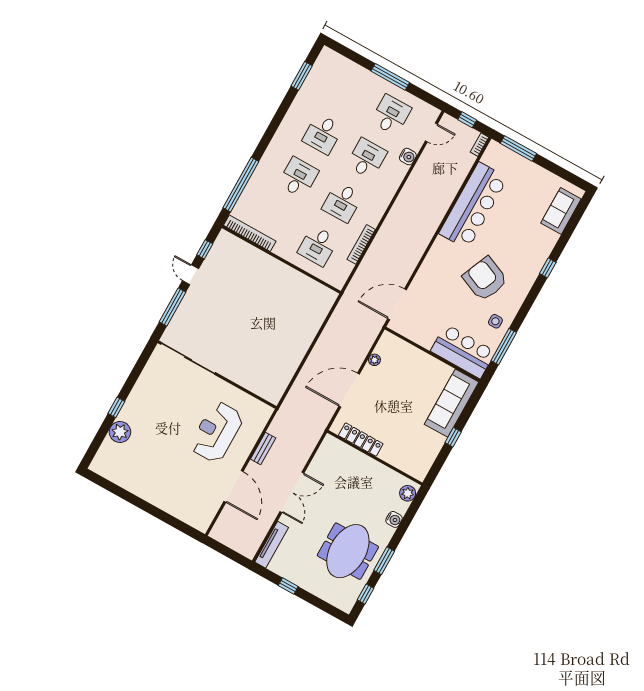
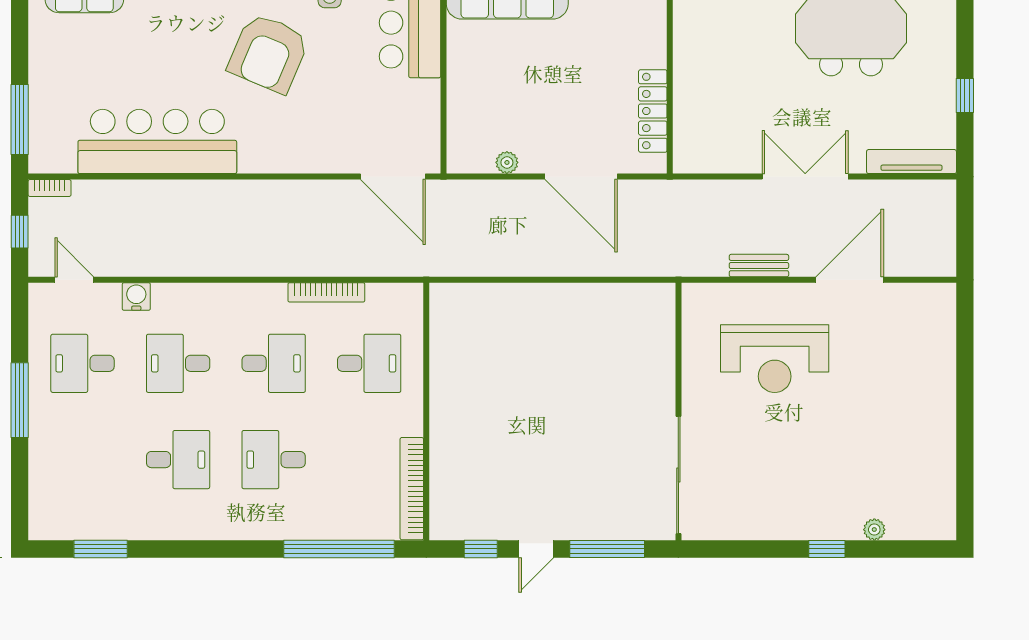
plant: (120, 432) -> (874, 530), width x0.53, depth x0.53

